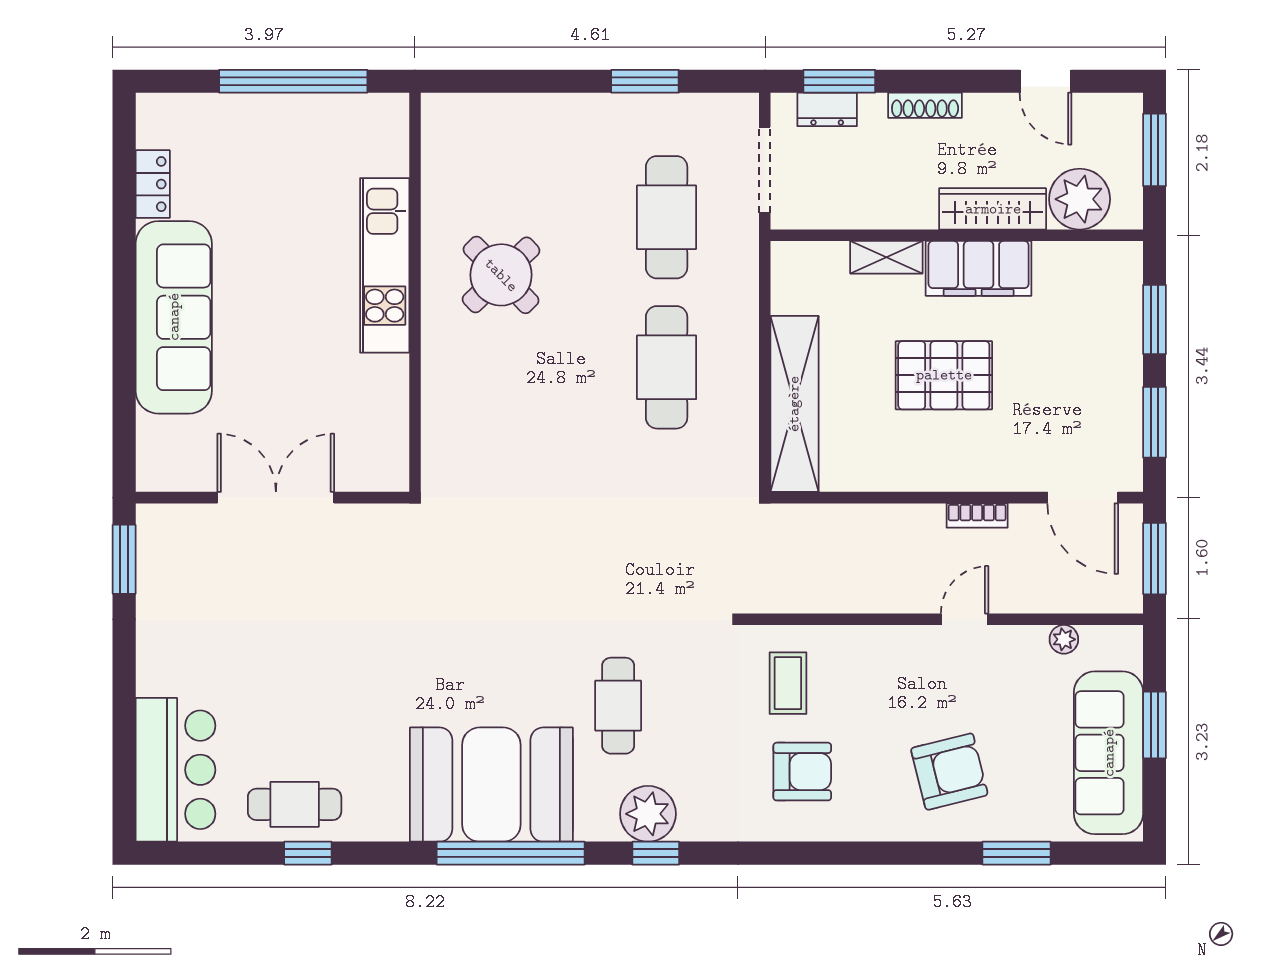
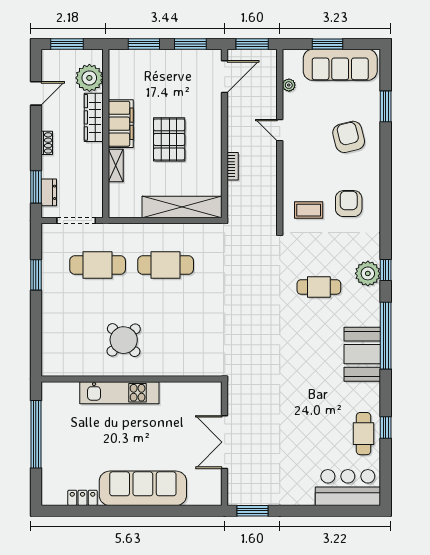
shoe rack: (925, 105) -> (47, 143), width x0.70
bookcase: (977, 516) -> (233, 166), moved
booth: (491, 785) -> (362, 354), width x0.73, depth x0.70

